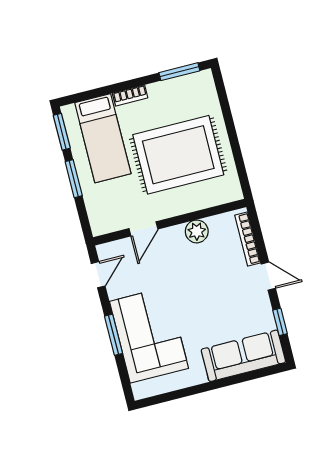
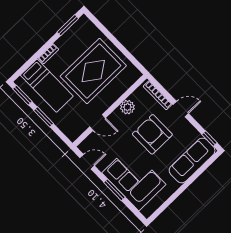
door: (143, 229) -> (98, 122), hinge flipped
door: (98, 275) -> (87, 162), hinge flipped
armchair: (209, 288) -> (152, 134), added
window: (280, 322) -> (209, 139), moved

